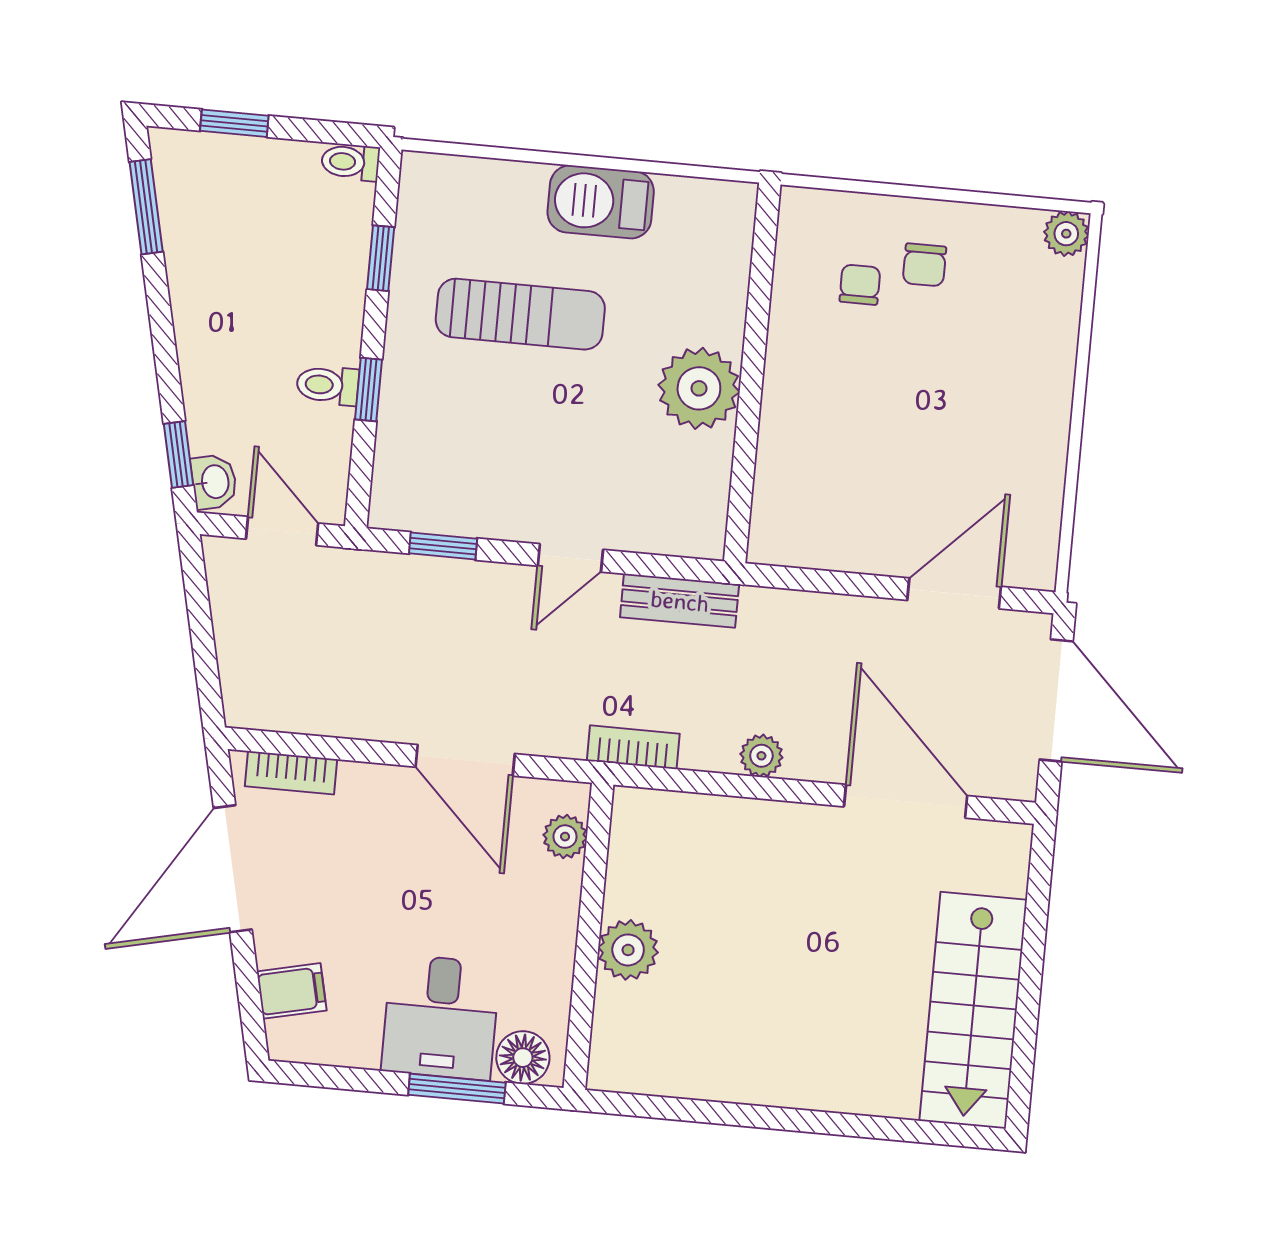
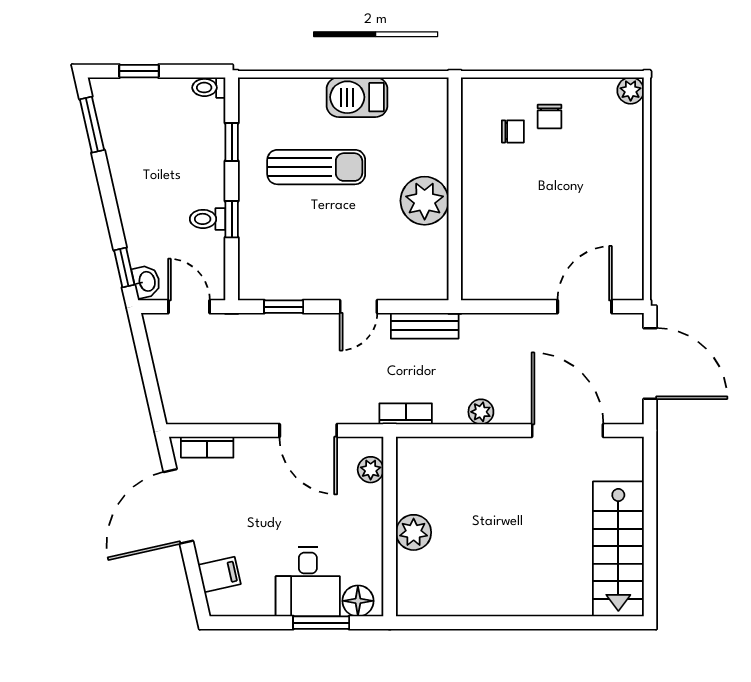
chair: (860, 285) -> (513, 131), turned 90

